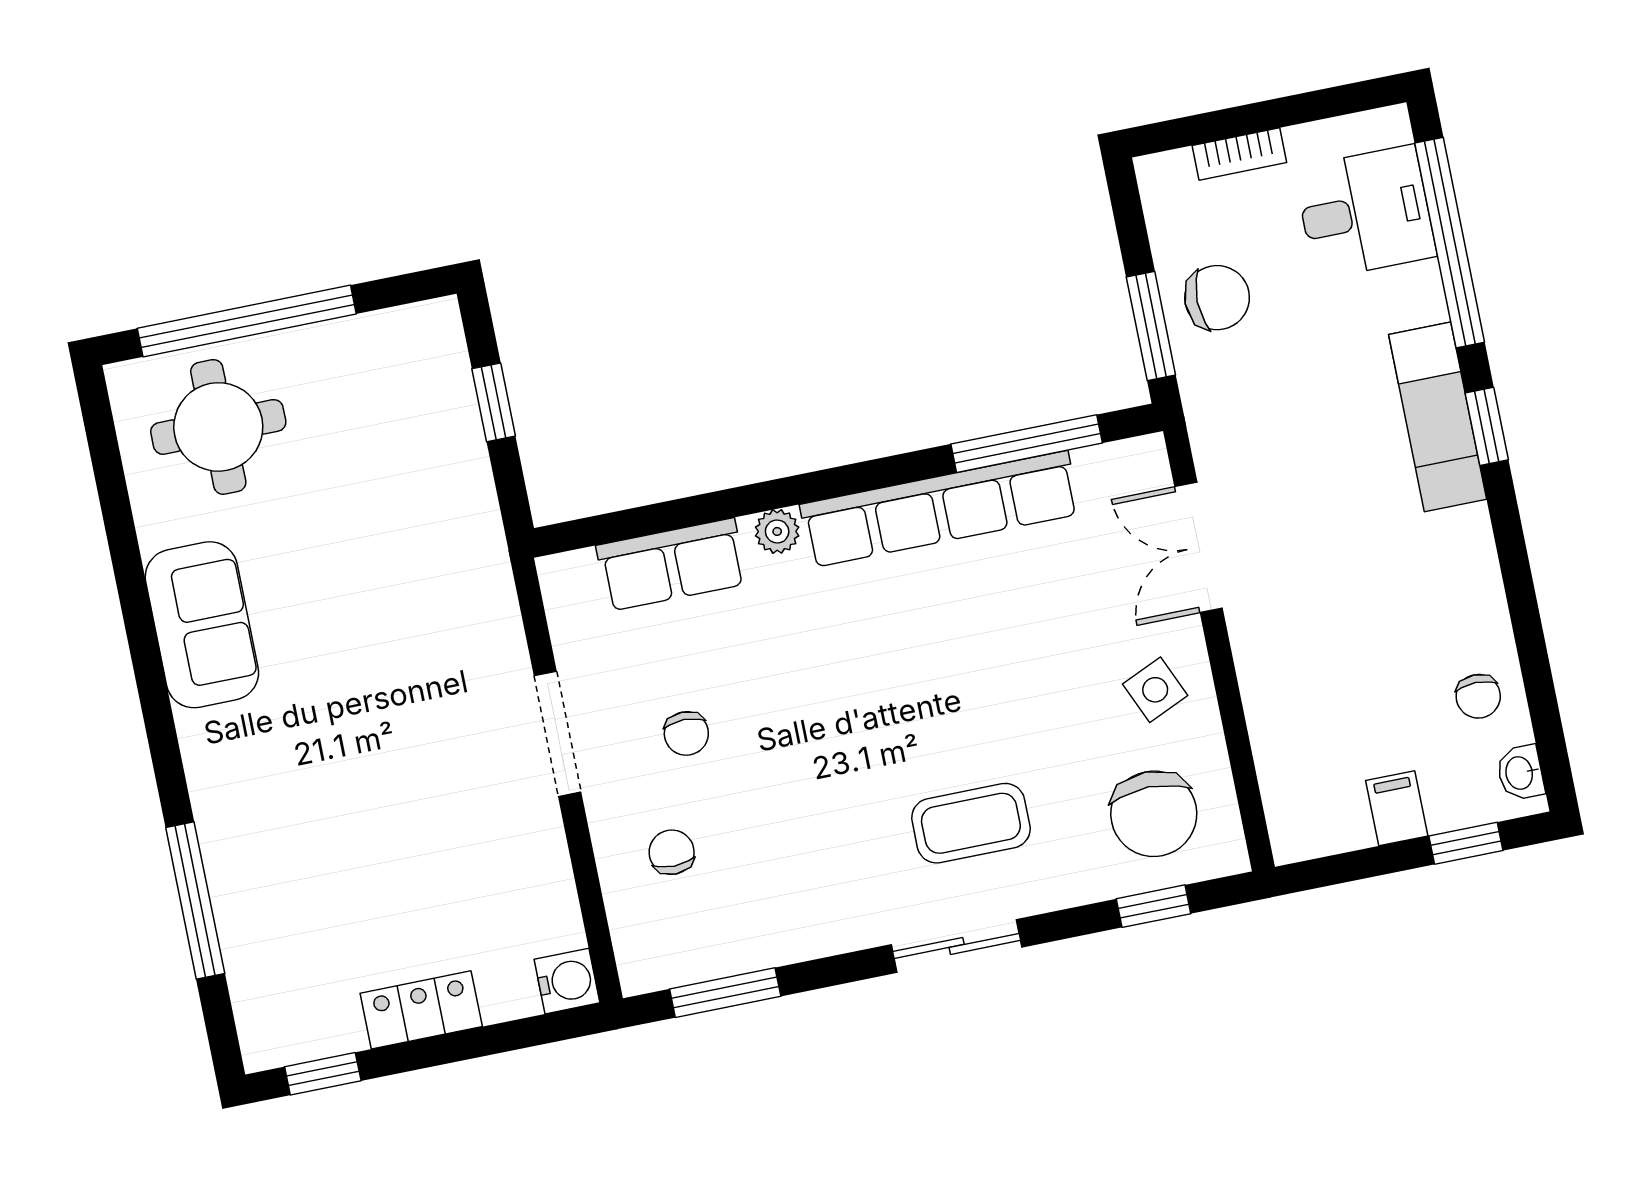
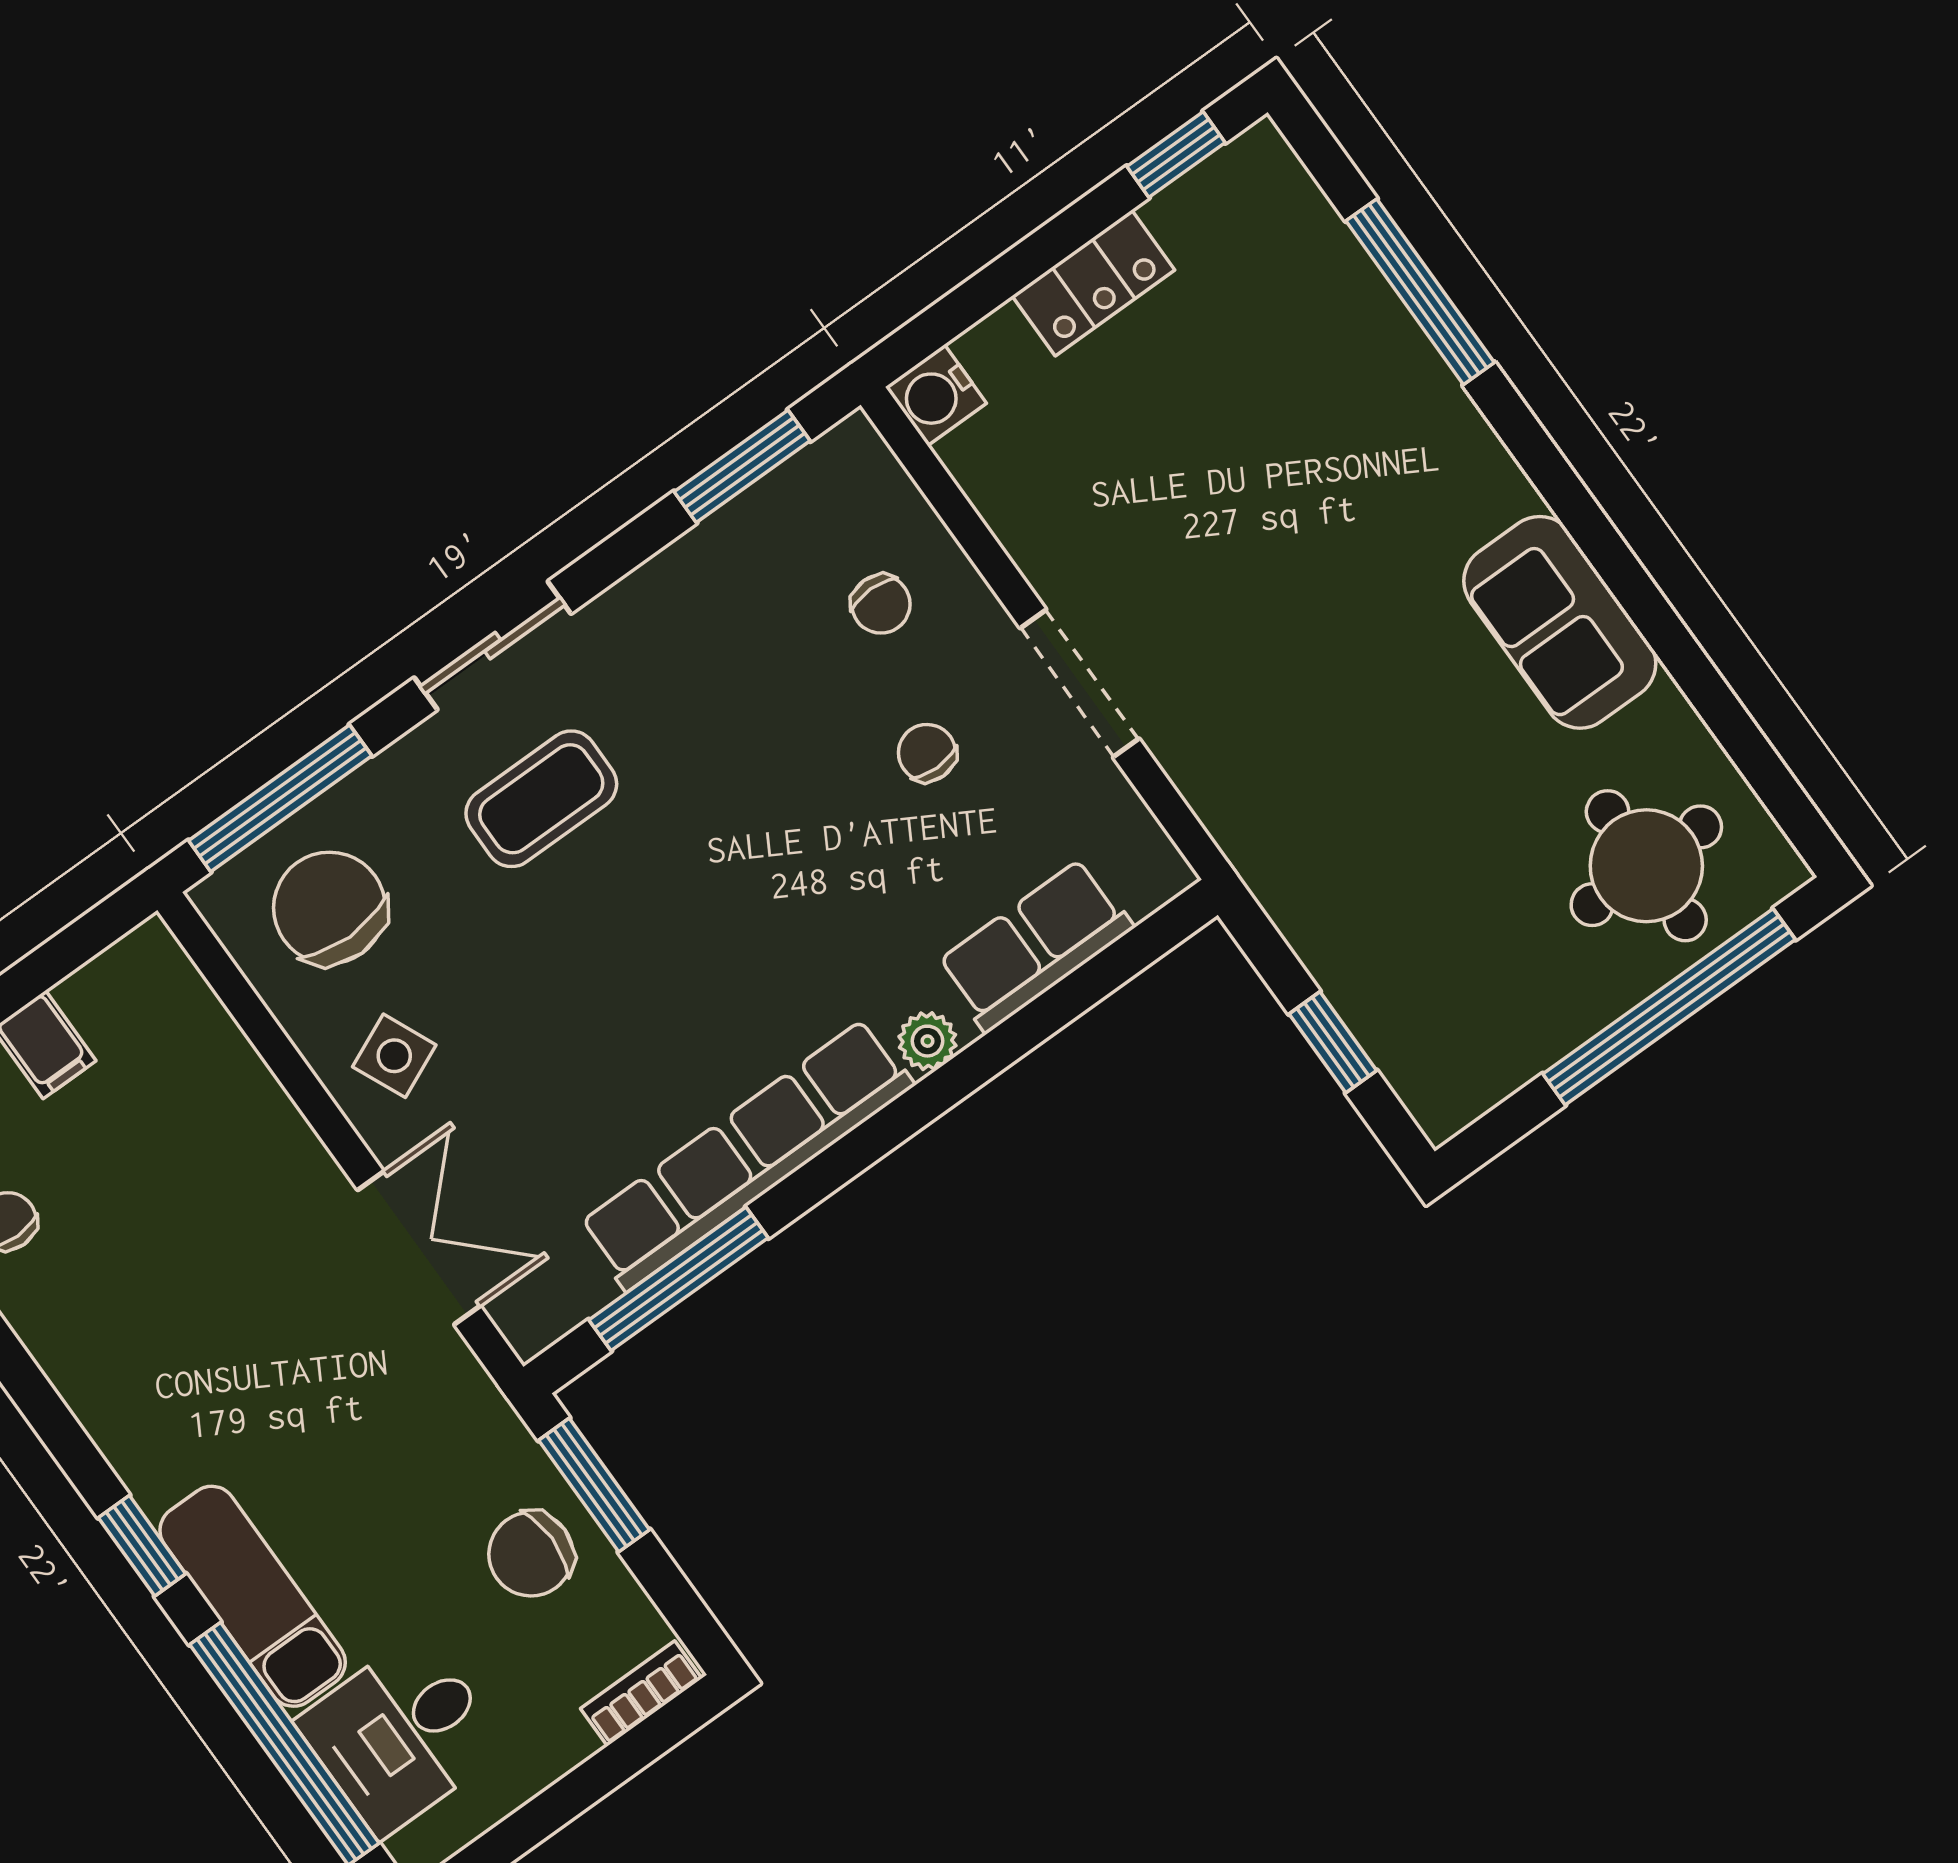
bookcase: (1239, 154) -> (641, 1693), moved
exam couch: (1438, 417) -> (253, 1596), moved
window: (1154, 906) -> (280, 798), width x2.17

